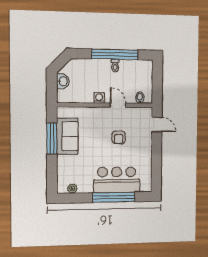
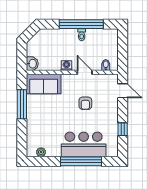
washbasin: (63, 81) -> (32, 64), moved
sofa: (67, 136) -> (44, 84), moved, turned 90
window: (156, 164) -> (123, 129), added

